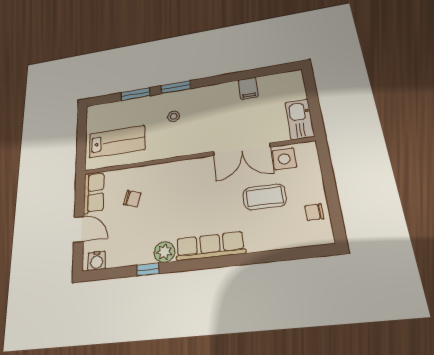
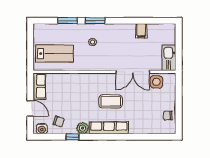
coffee table: (265, 197) -> (111, 101), moved
chair: (132, 199) -> (59, 122), moved

